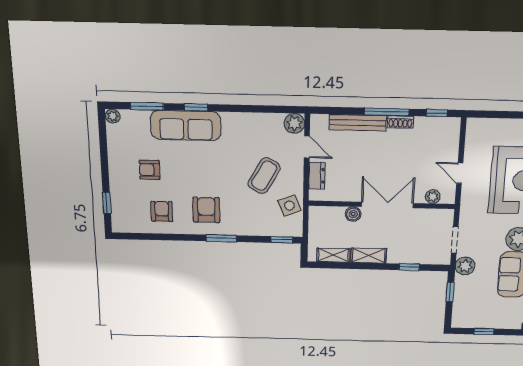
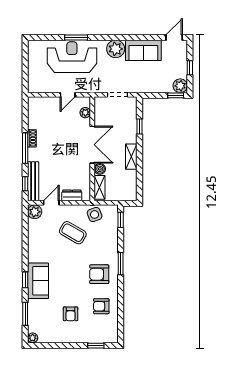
window: (437, 113) -> (25, 184), moved
bench: (358, 123) -> (33, 181), moved
sofa: (186, 125) -> (38, 281), width x0.73
double door: (387, 205) -> (92, 145), swing flipped
shelving: (333, 255) -> (100, 187), moved
plant: (465, 266) -> (180, 86), moved
window: (450, 292) -> (176, 95), moved

